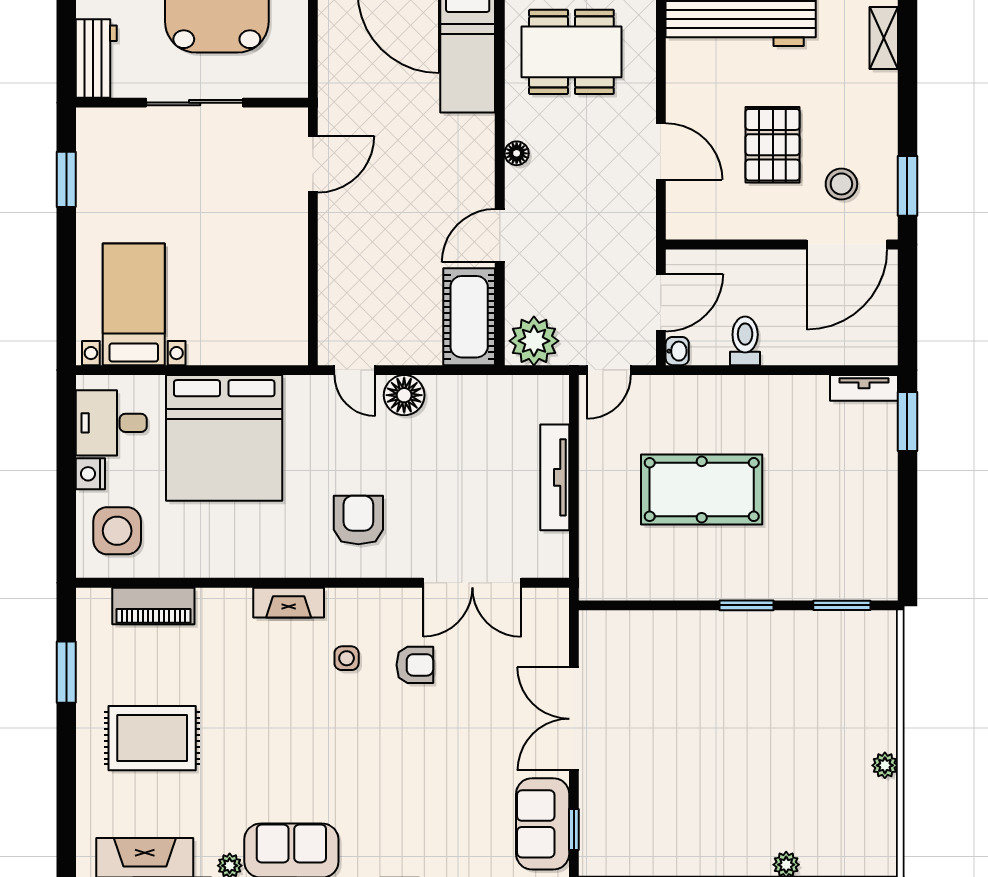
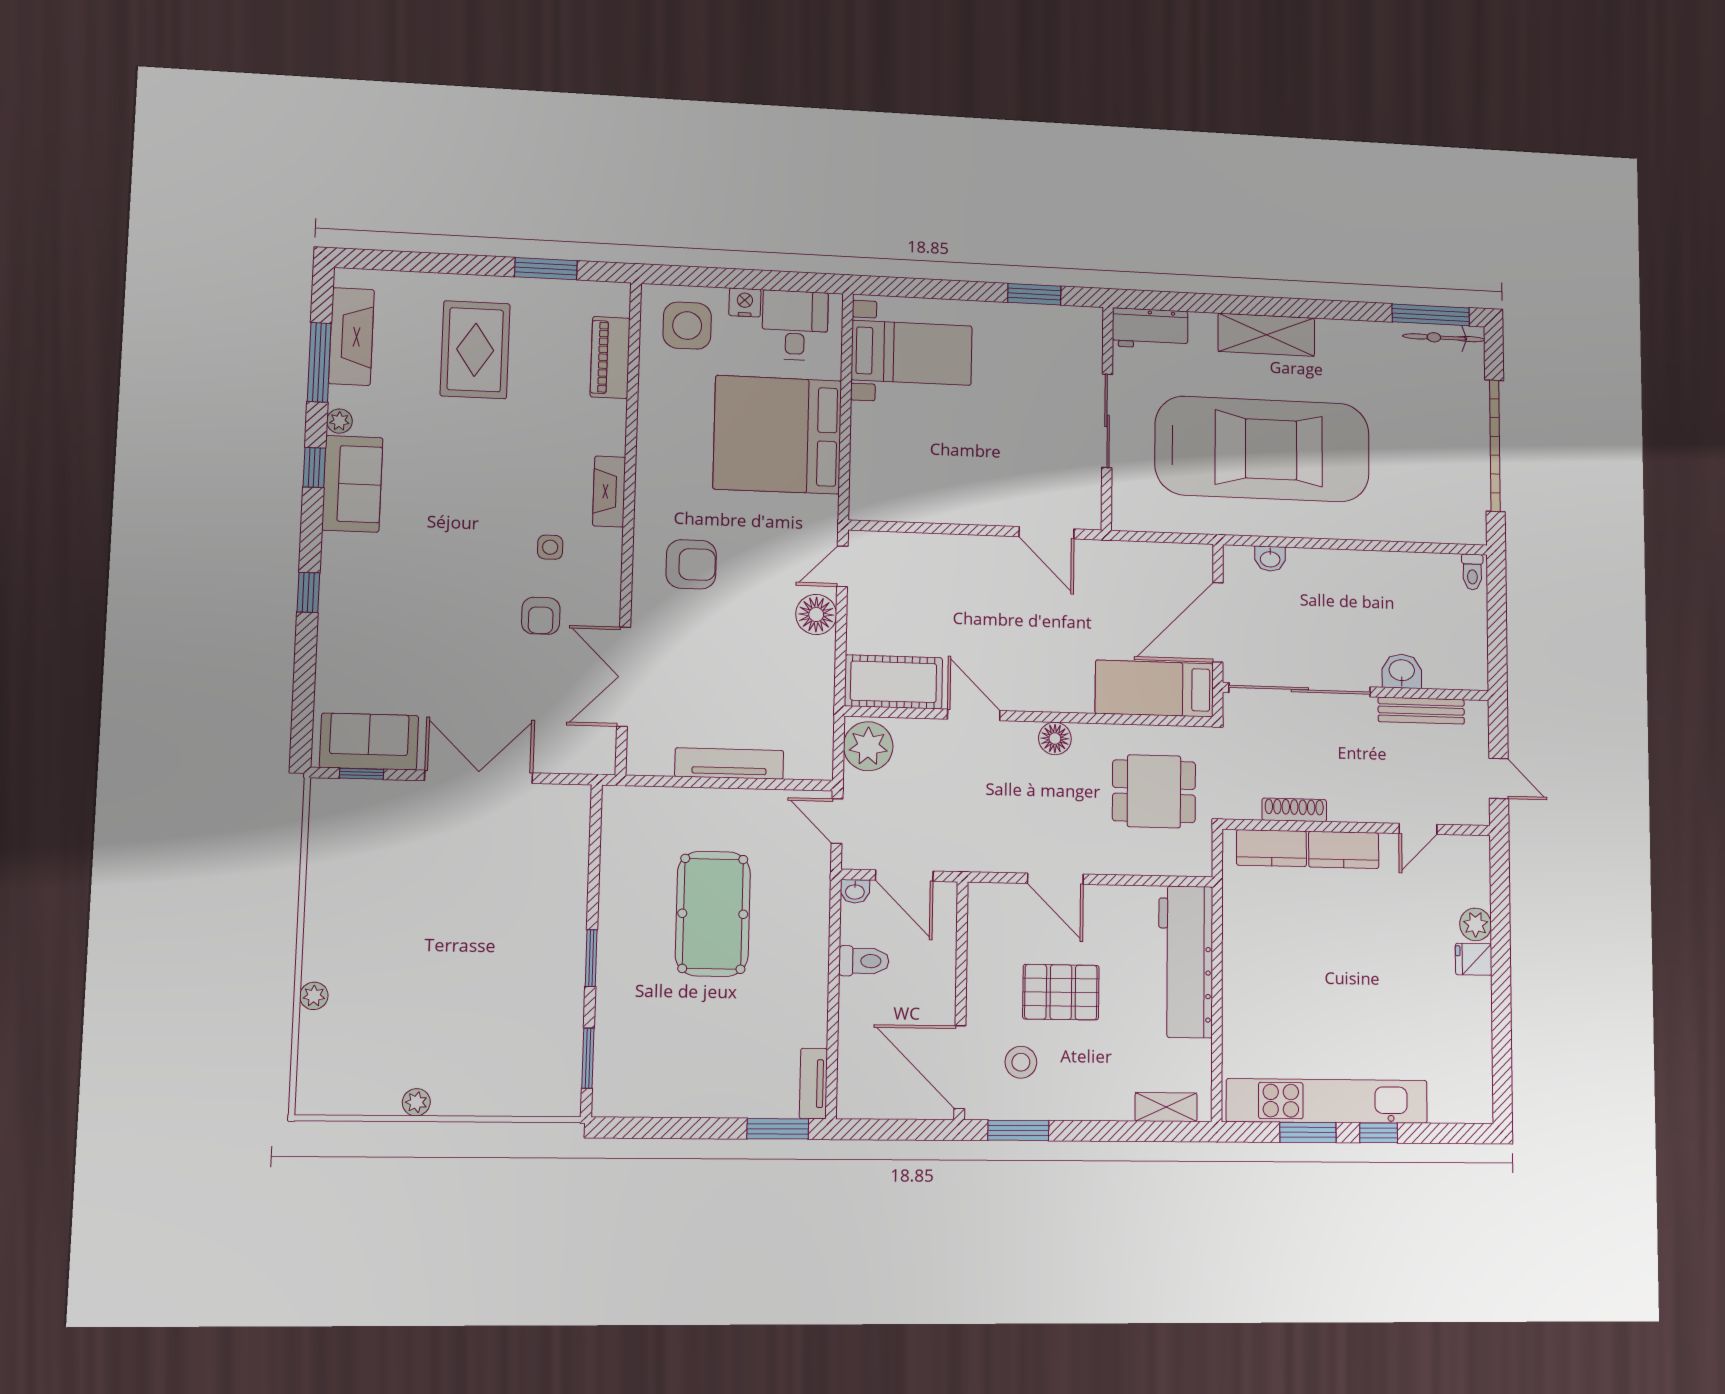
dining table: (571, 52) -> (1154, 791), width x0.73
door: (661, 151) -> (1055, 879), hinge flipped
floor lamp: (517, 153) -> (1055, 738), width x1.37, depth x1.37

